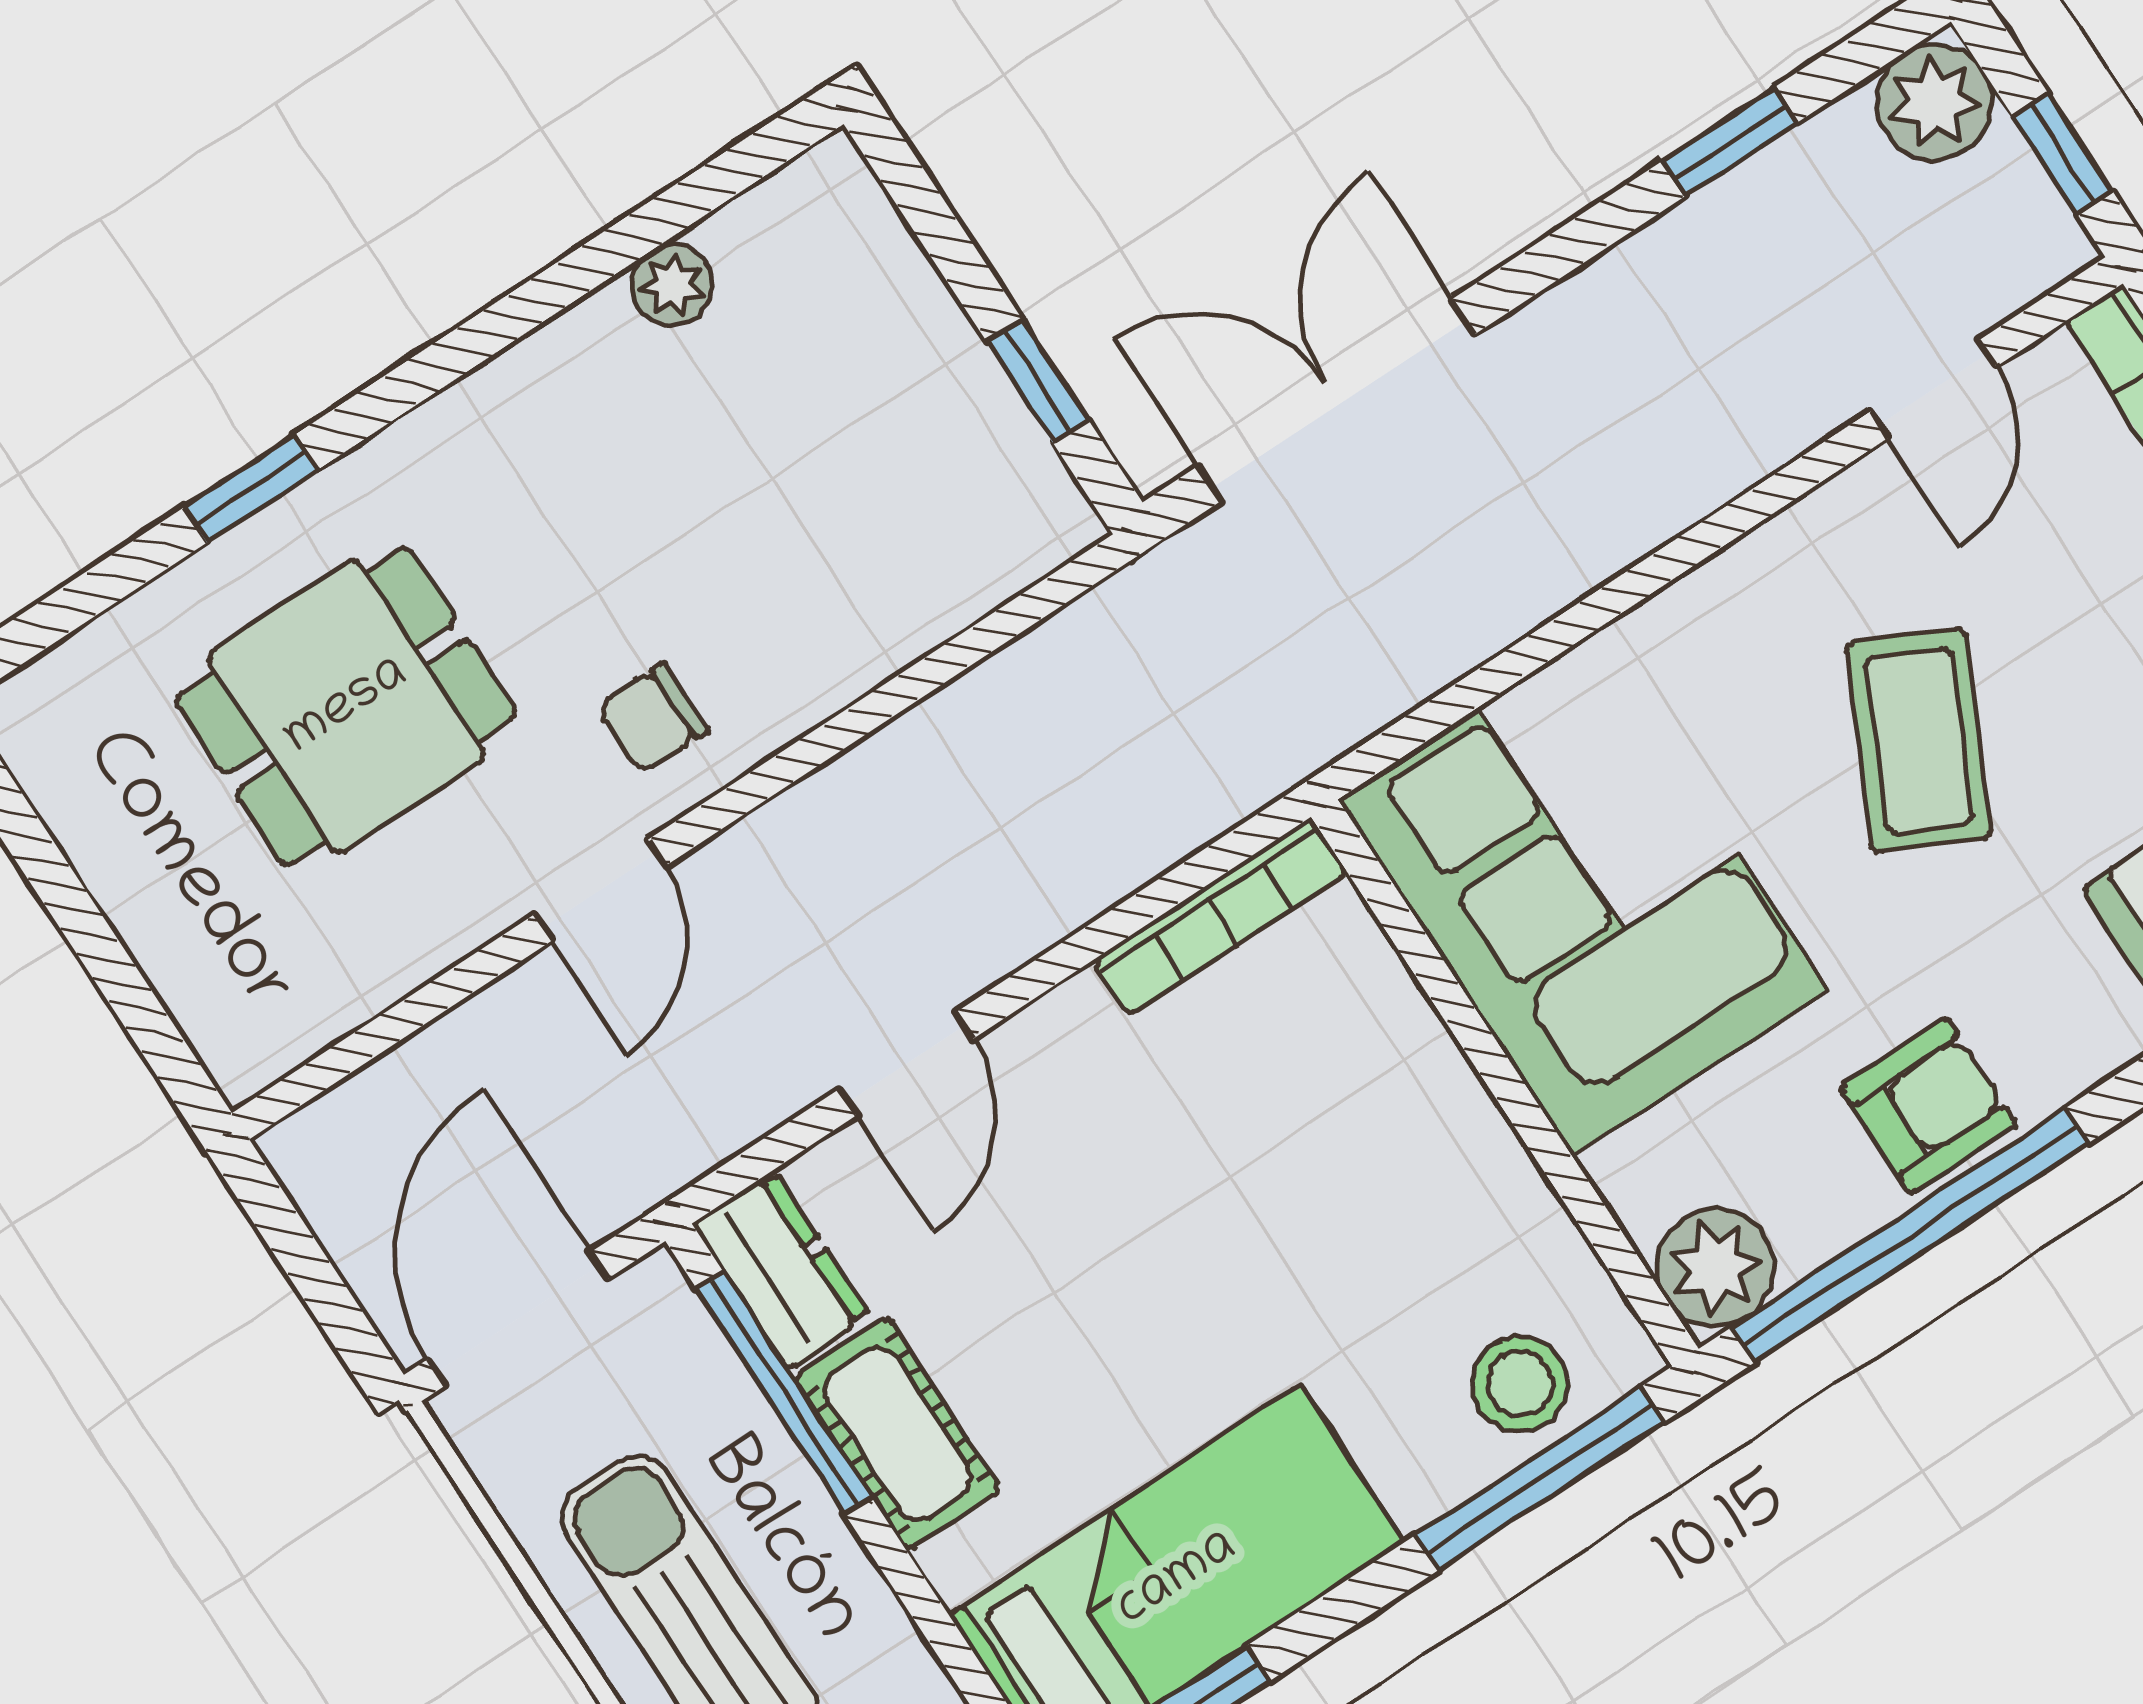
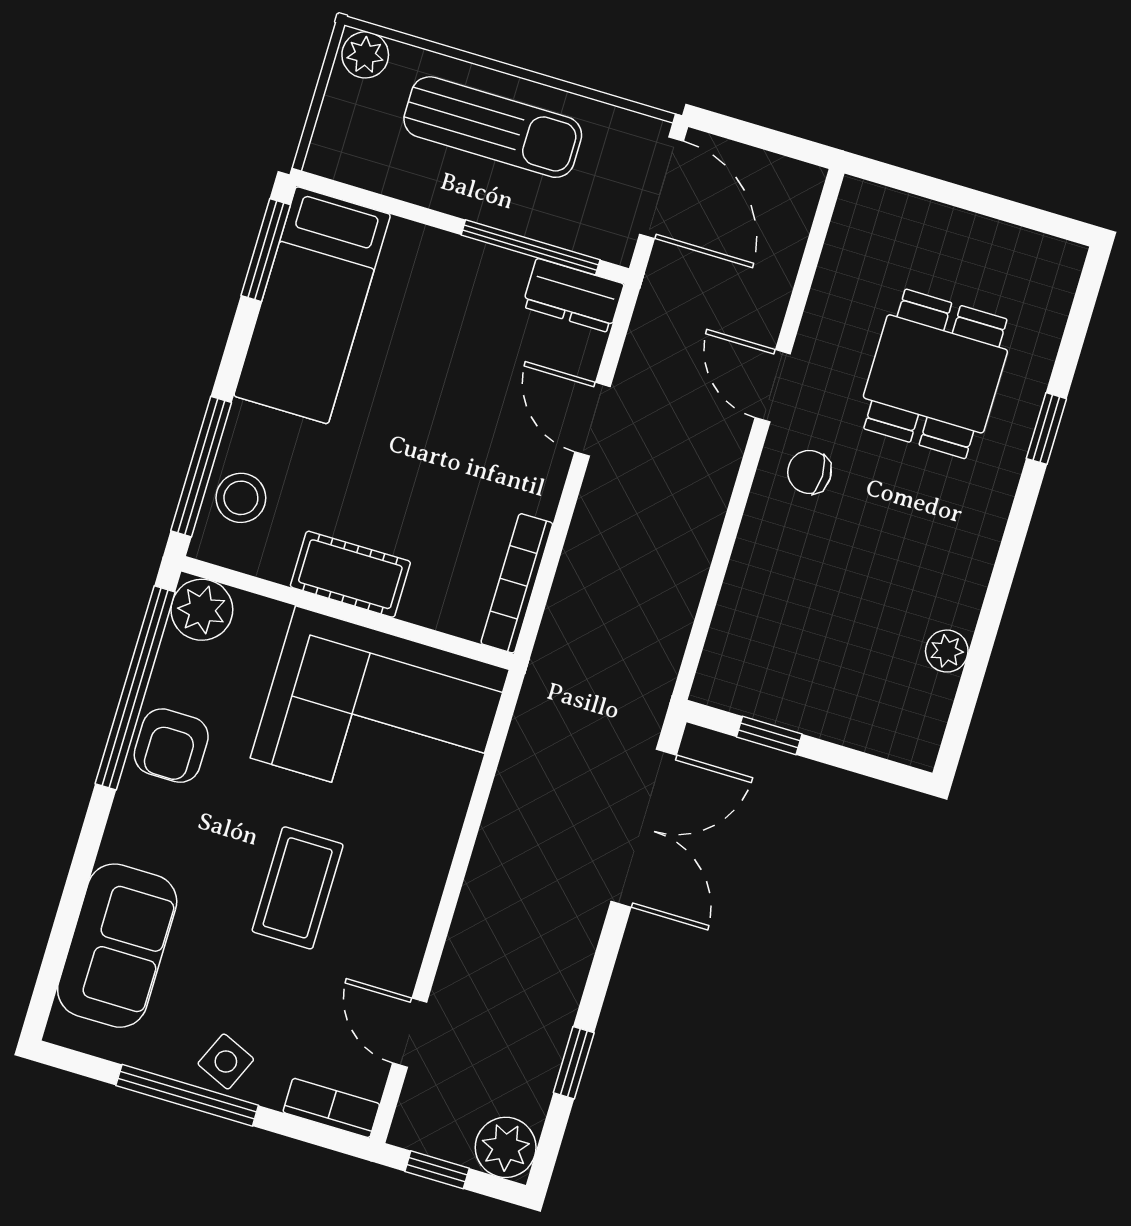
chair: (652, 718) -> (809, 472), turned -90
coffee table: (1919, 740) -> (298, 888), turned 64
cot: (897, 1434) -> (350, 574), moved

